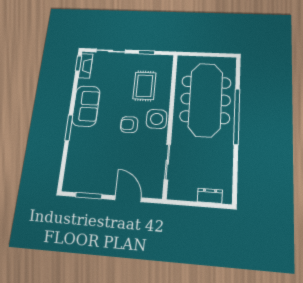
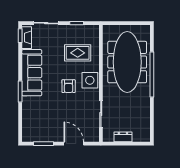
rug: (144, 86) -> (78, 53), turned 90
sofa: (86, 106) -> (32, 73), width x1.36
armchair: (129, 125) -> (69, 86), turned -90
dresser: (210, 196) -> (123, 137), moved

